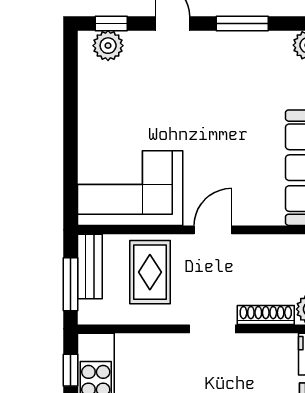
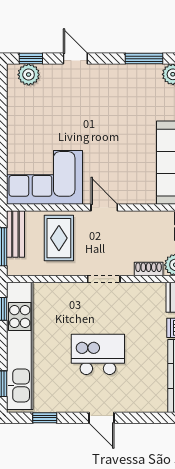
window: (242, 23) -> (144, 59), moved
door: (213, 230) -> (104, 208), hinge flipped
shoe rack: (266, 315) -> (149, 269), width x0.70

